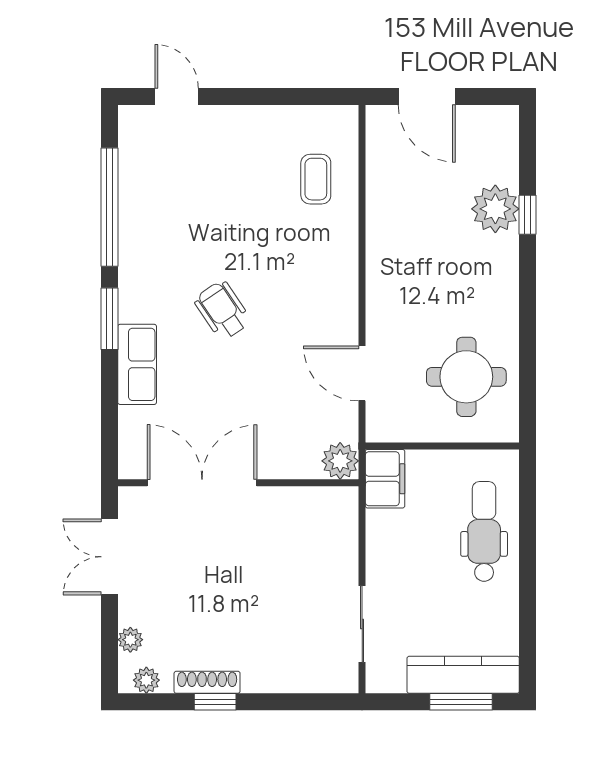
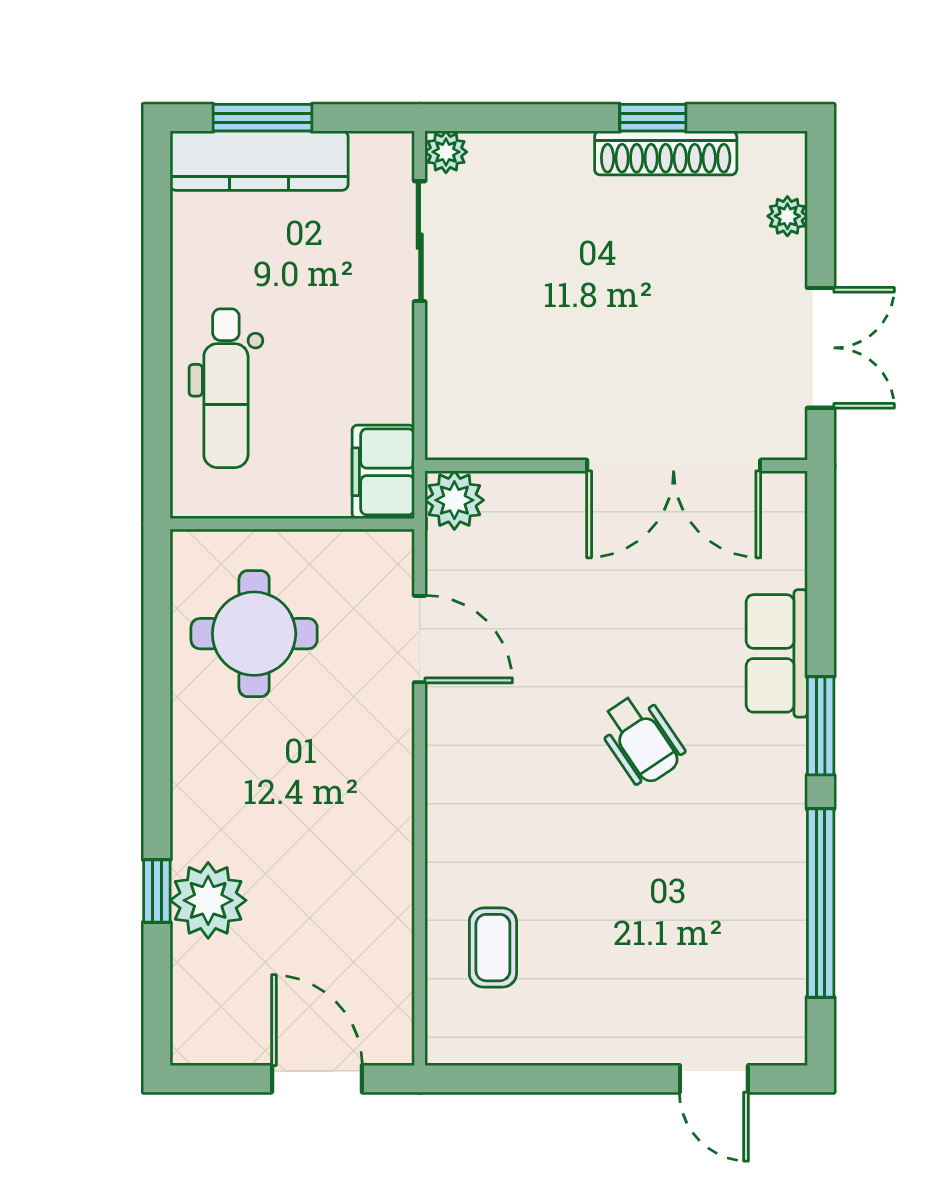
plant: (146, 680) -> (446, 152), moved
shoe rack: (207, 682) -> (666, 153), width x1.36, depth x1.24

